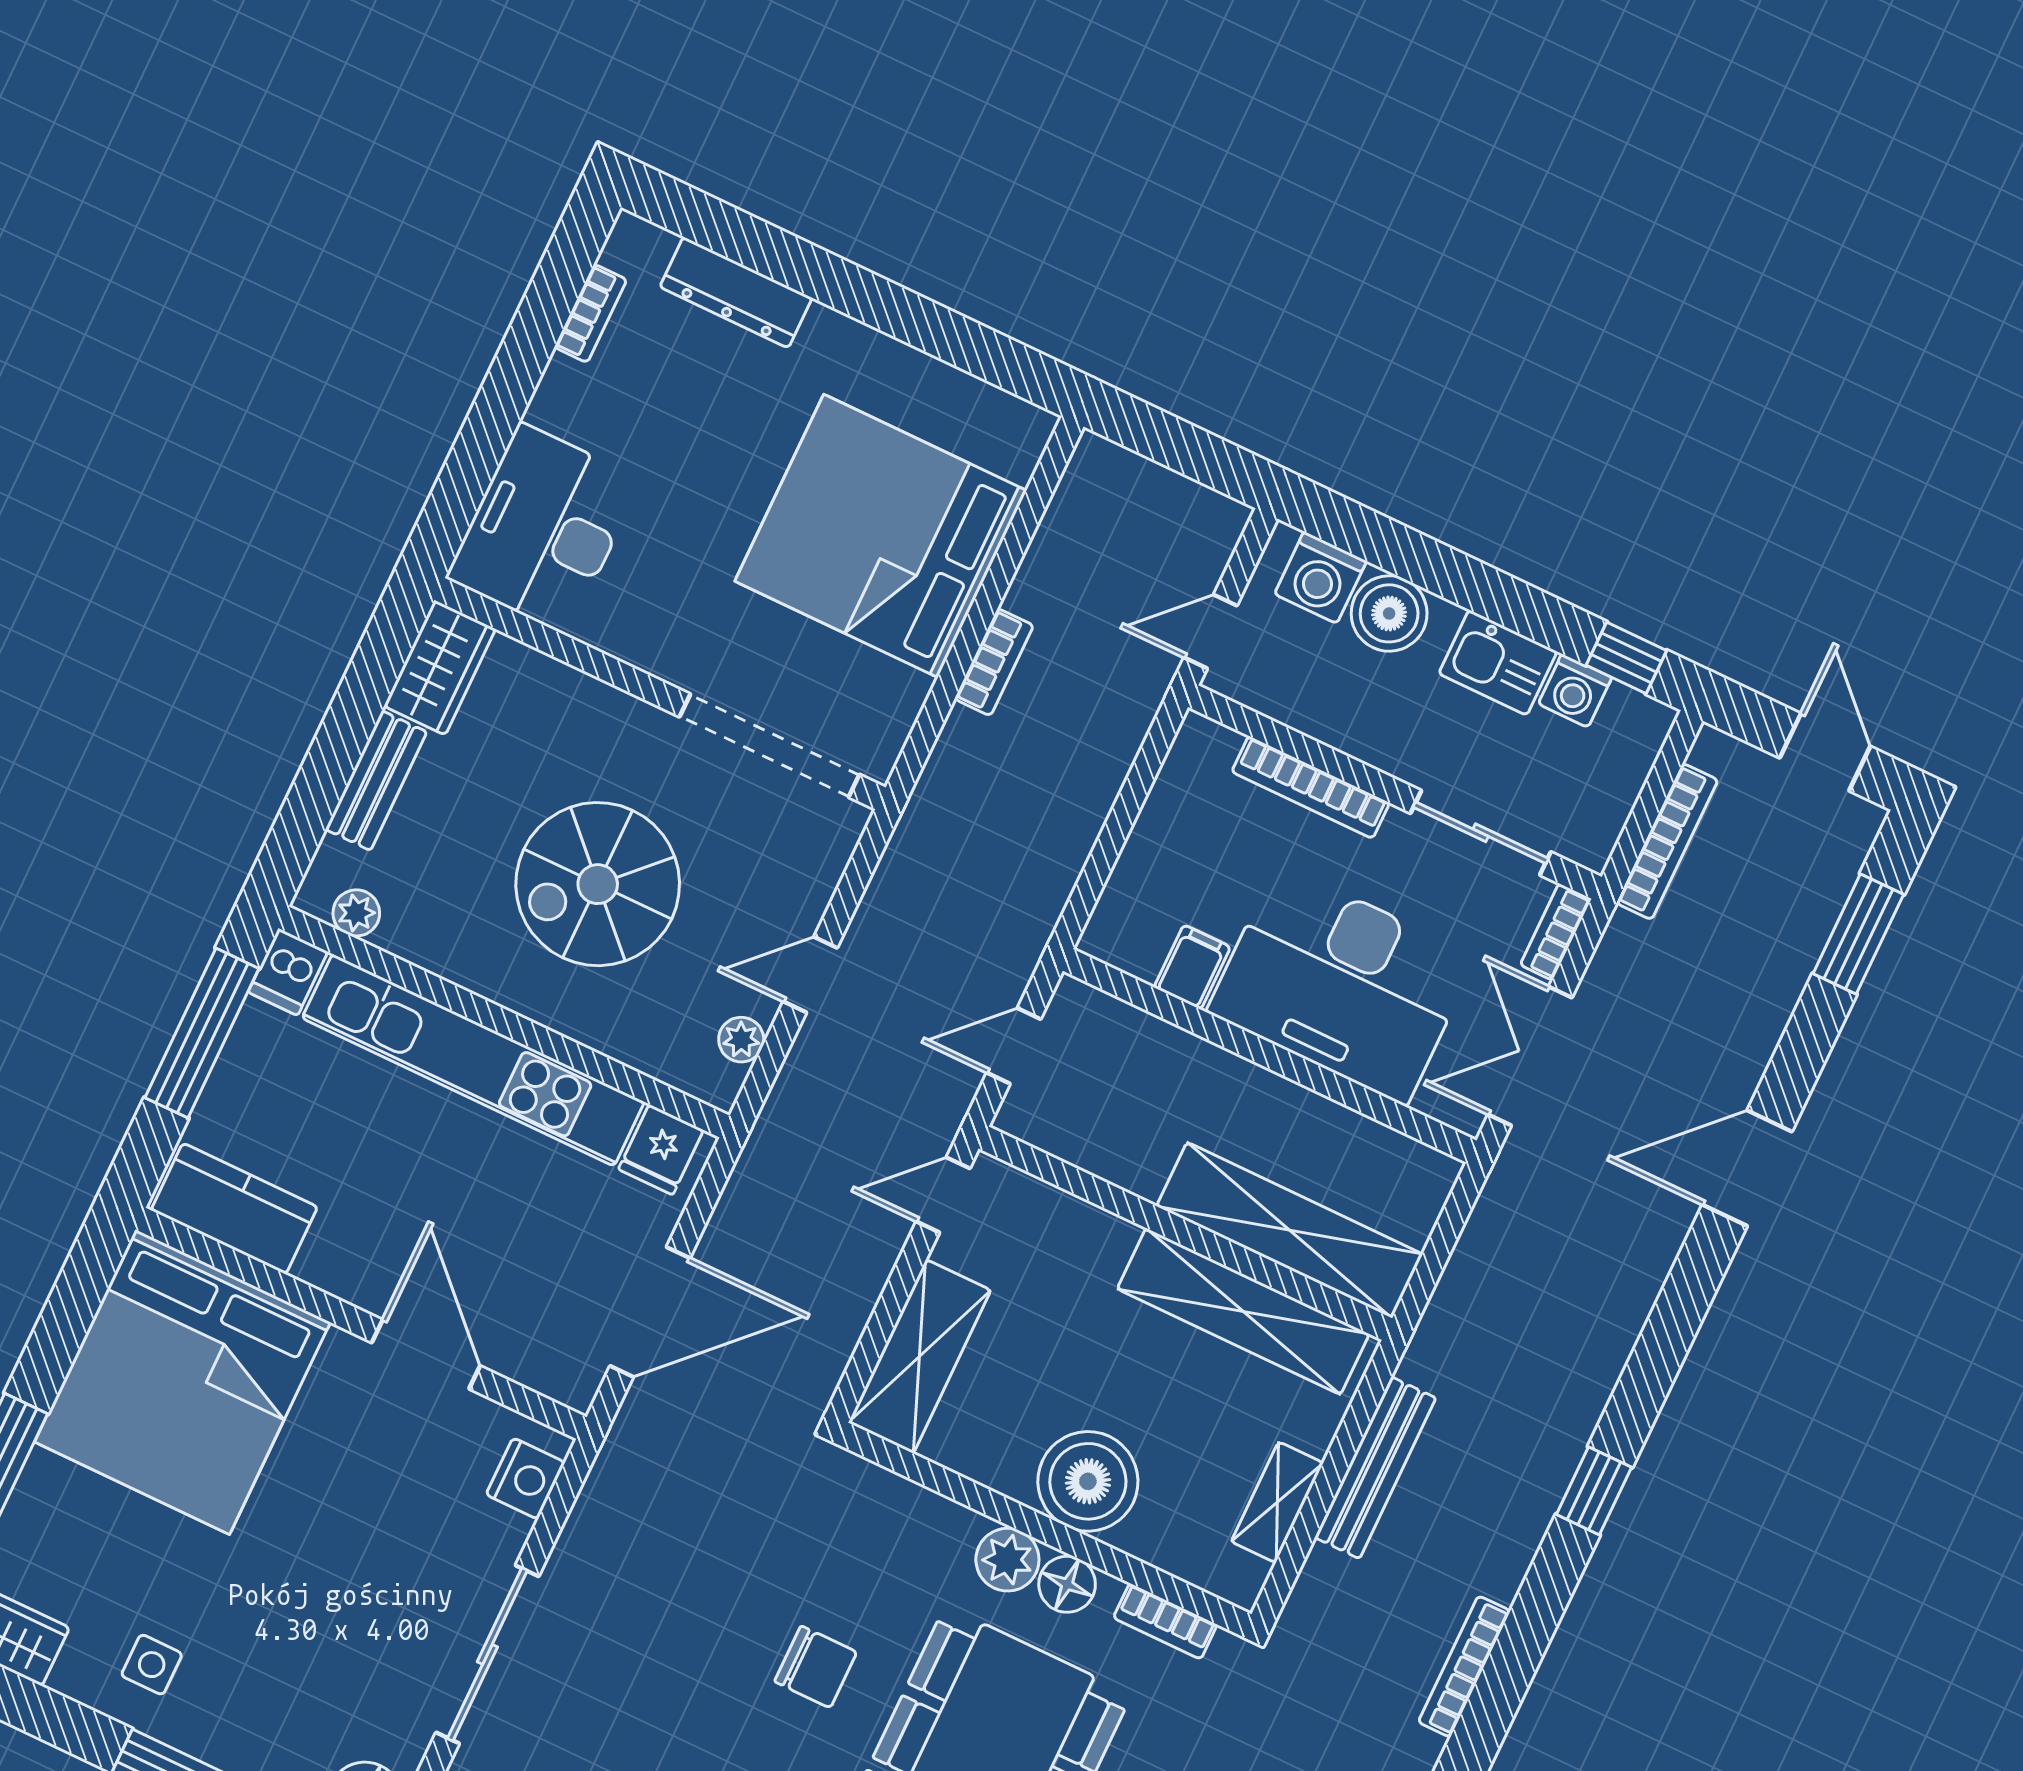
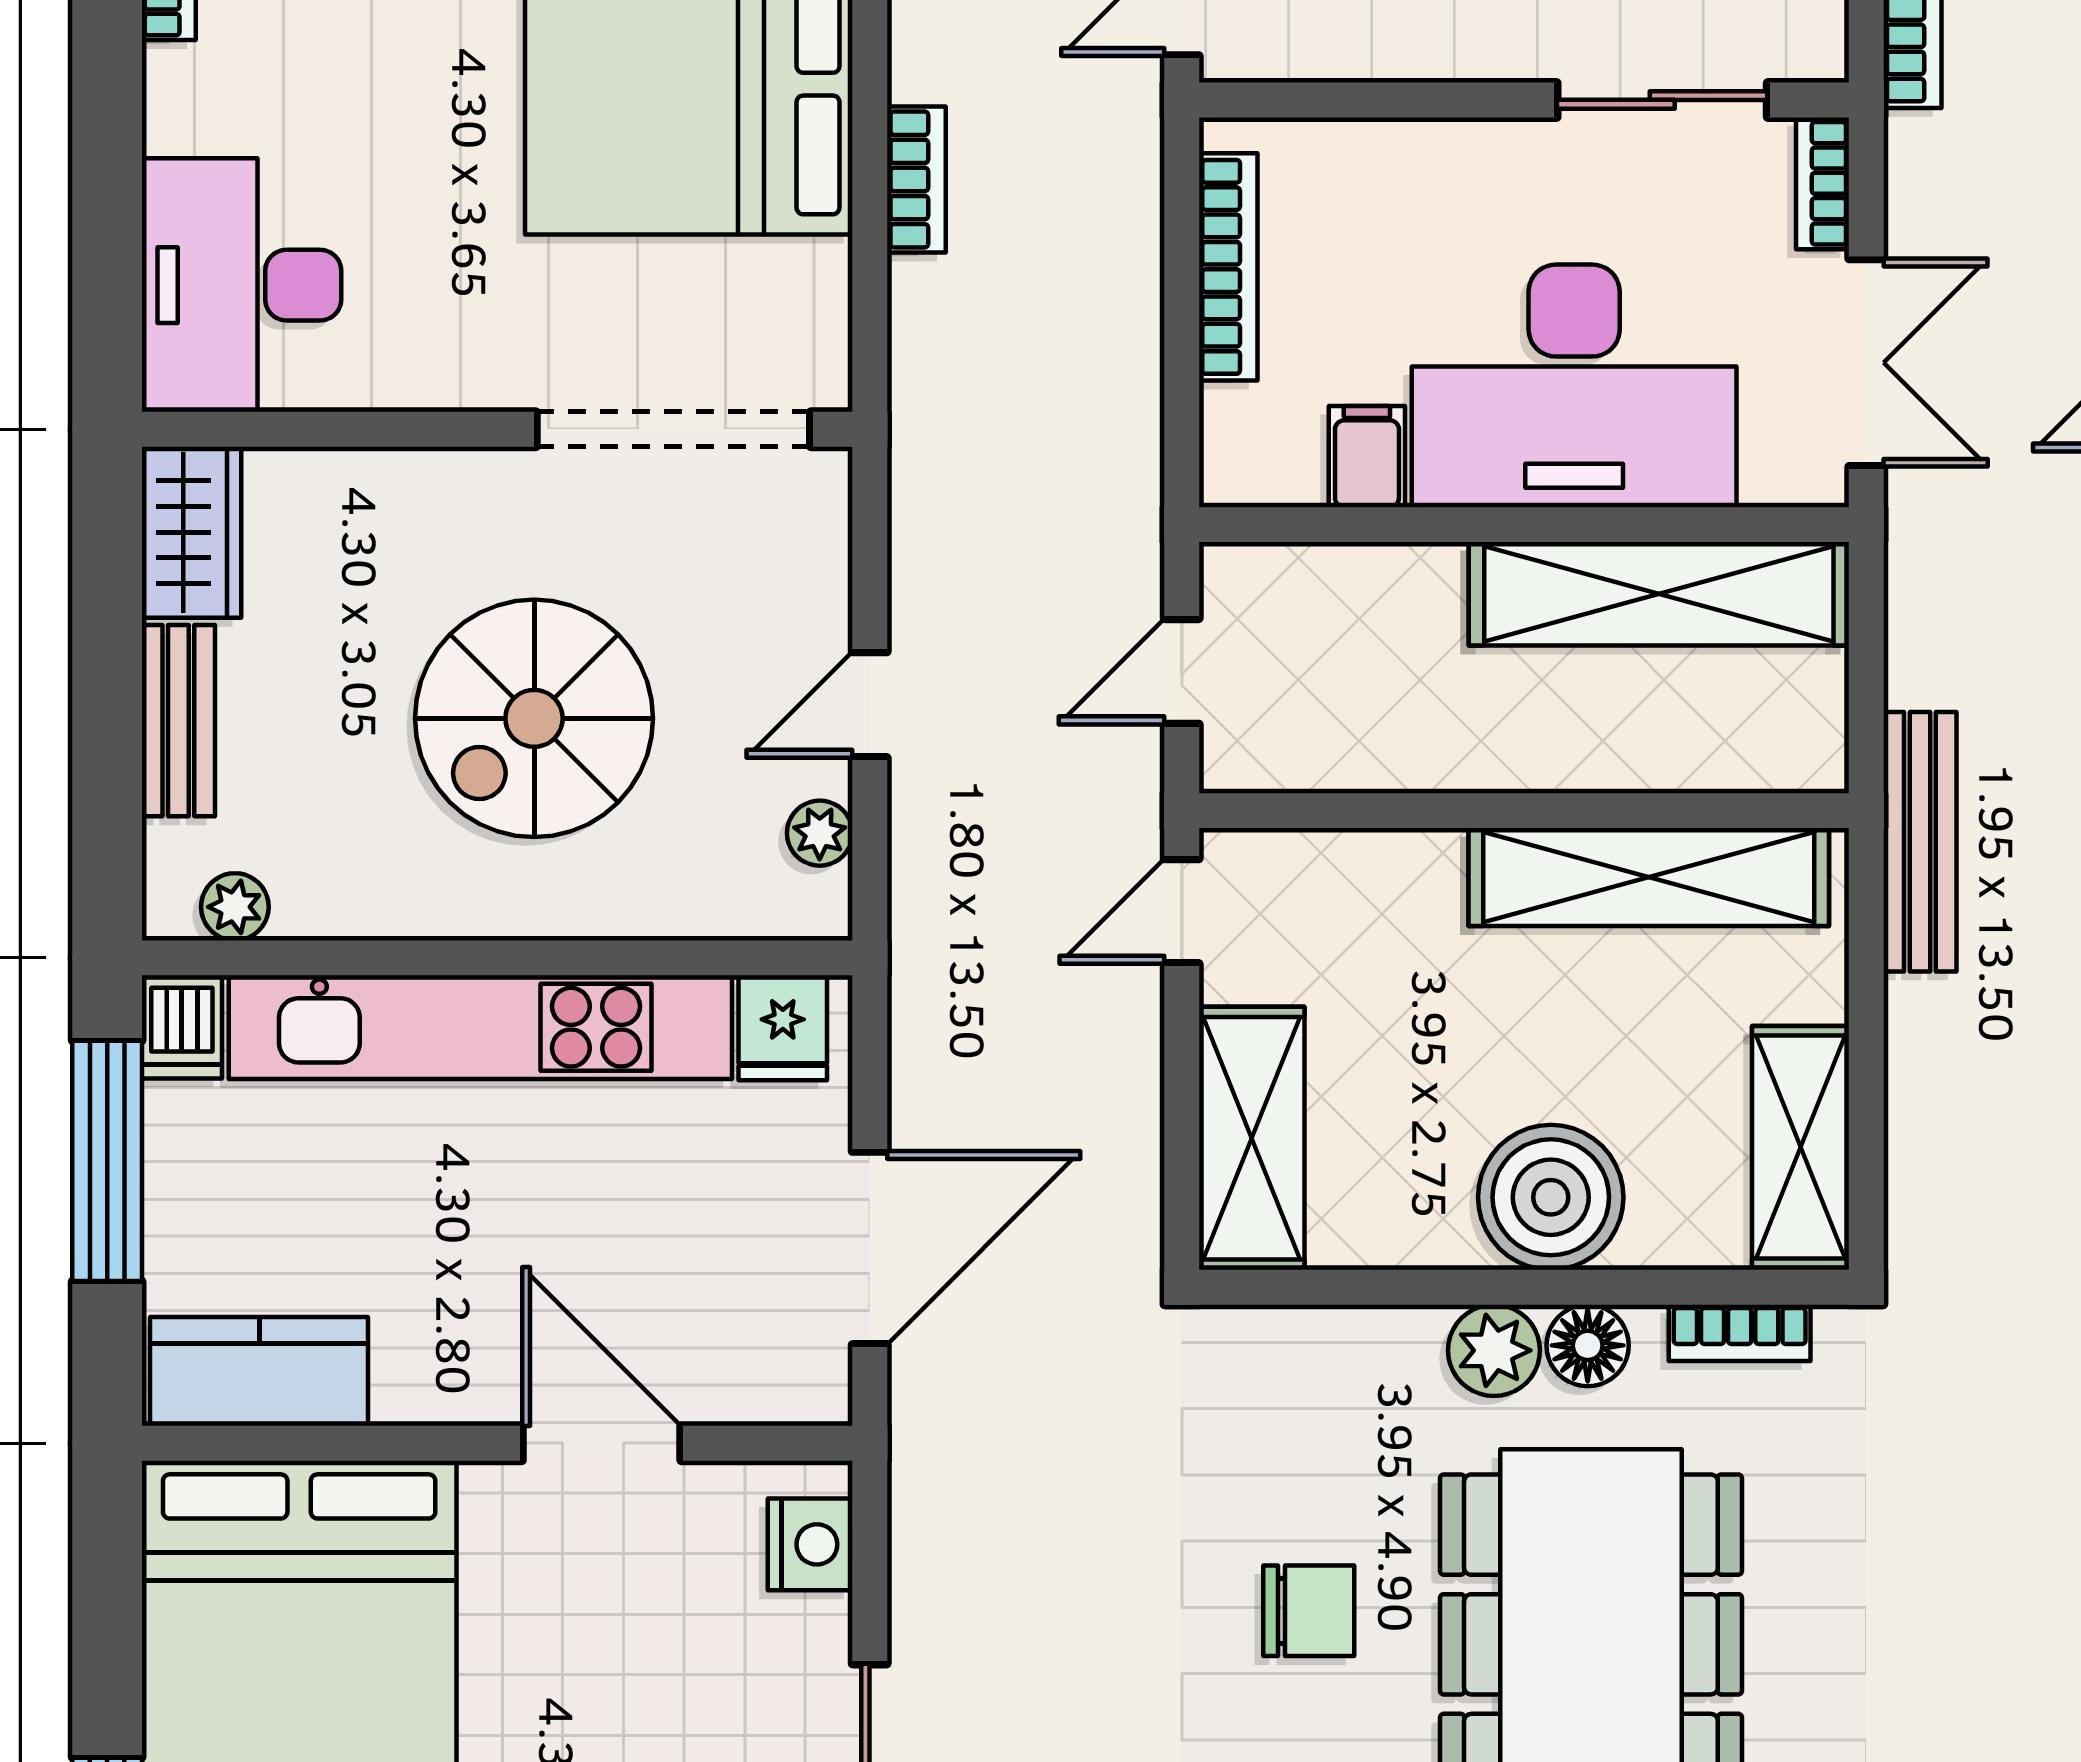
bookcase: (1311, 787) -> (1228, 267), moved, turned -90
double door: (1530, 1056) -> (1866, 363), swing flipped
shelving: (1290, 1230) -> (1659, 594), moved
bench: (1375, 1468) -> (1920, 842), moved
shelving: (1277, 1502) -> (1801, 1147), width x1.50, depth x1.33

